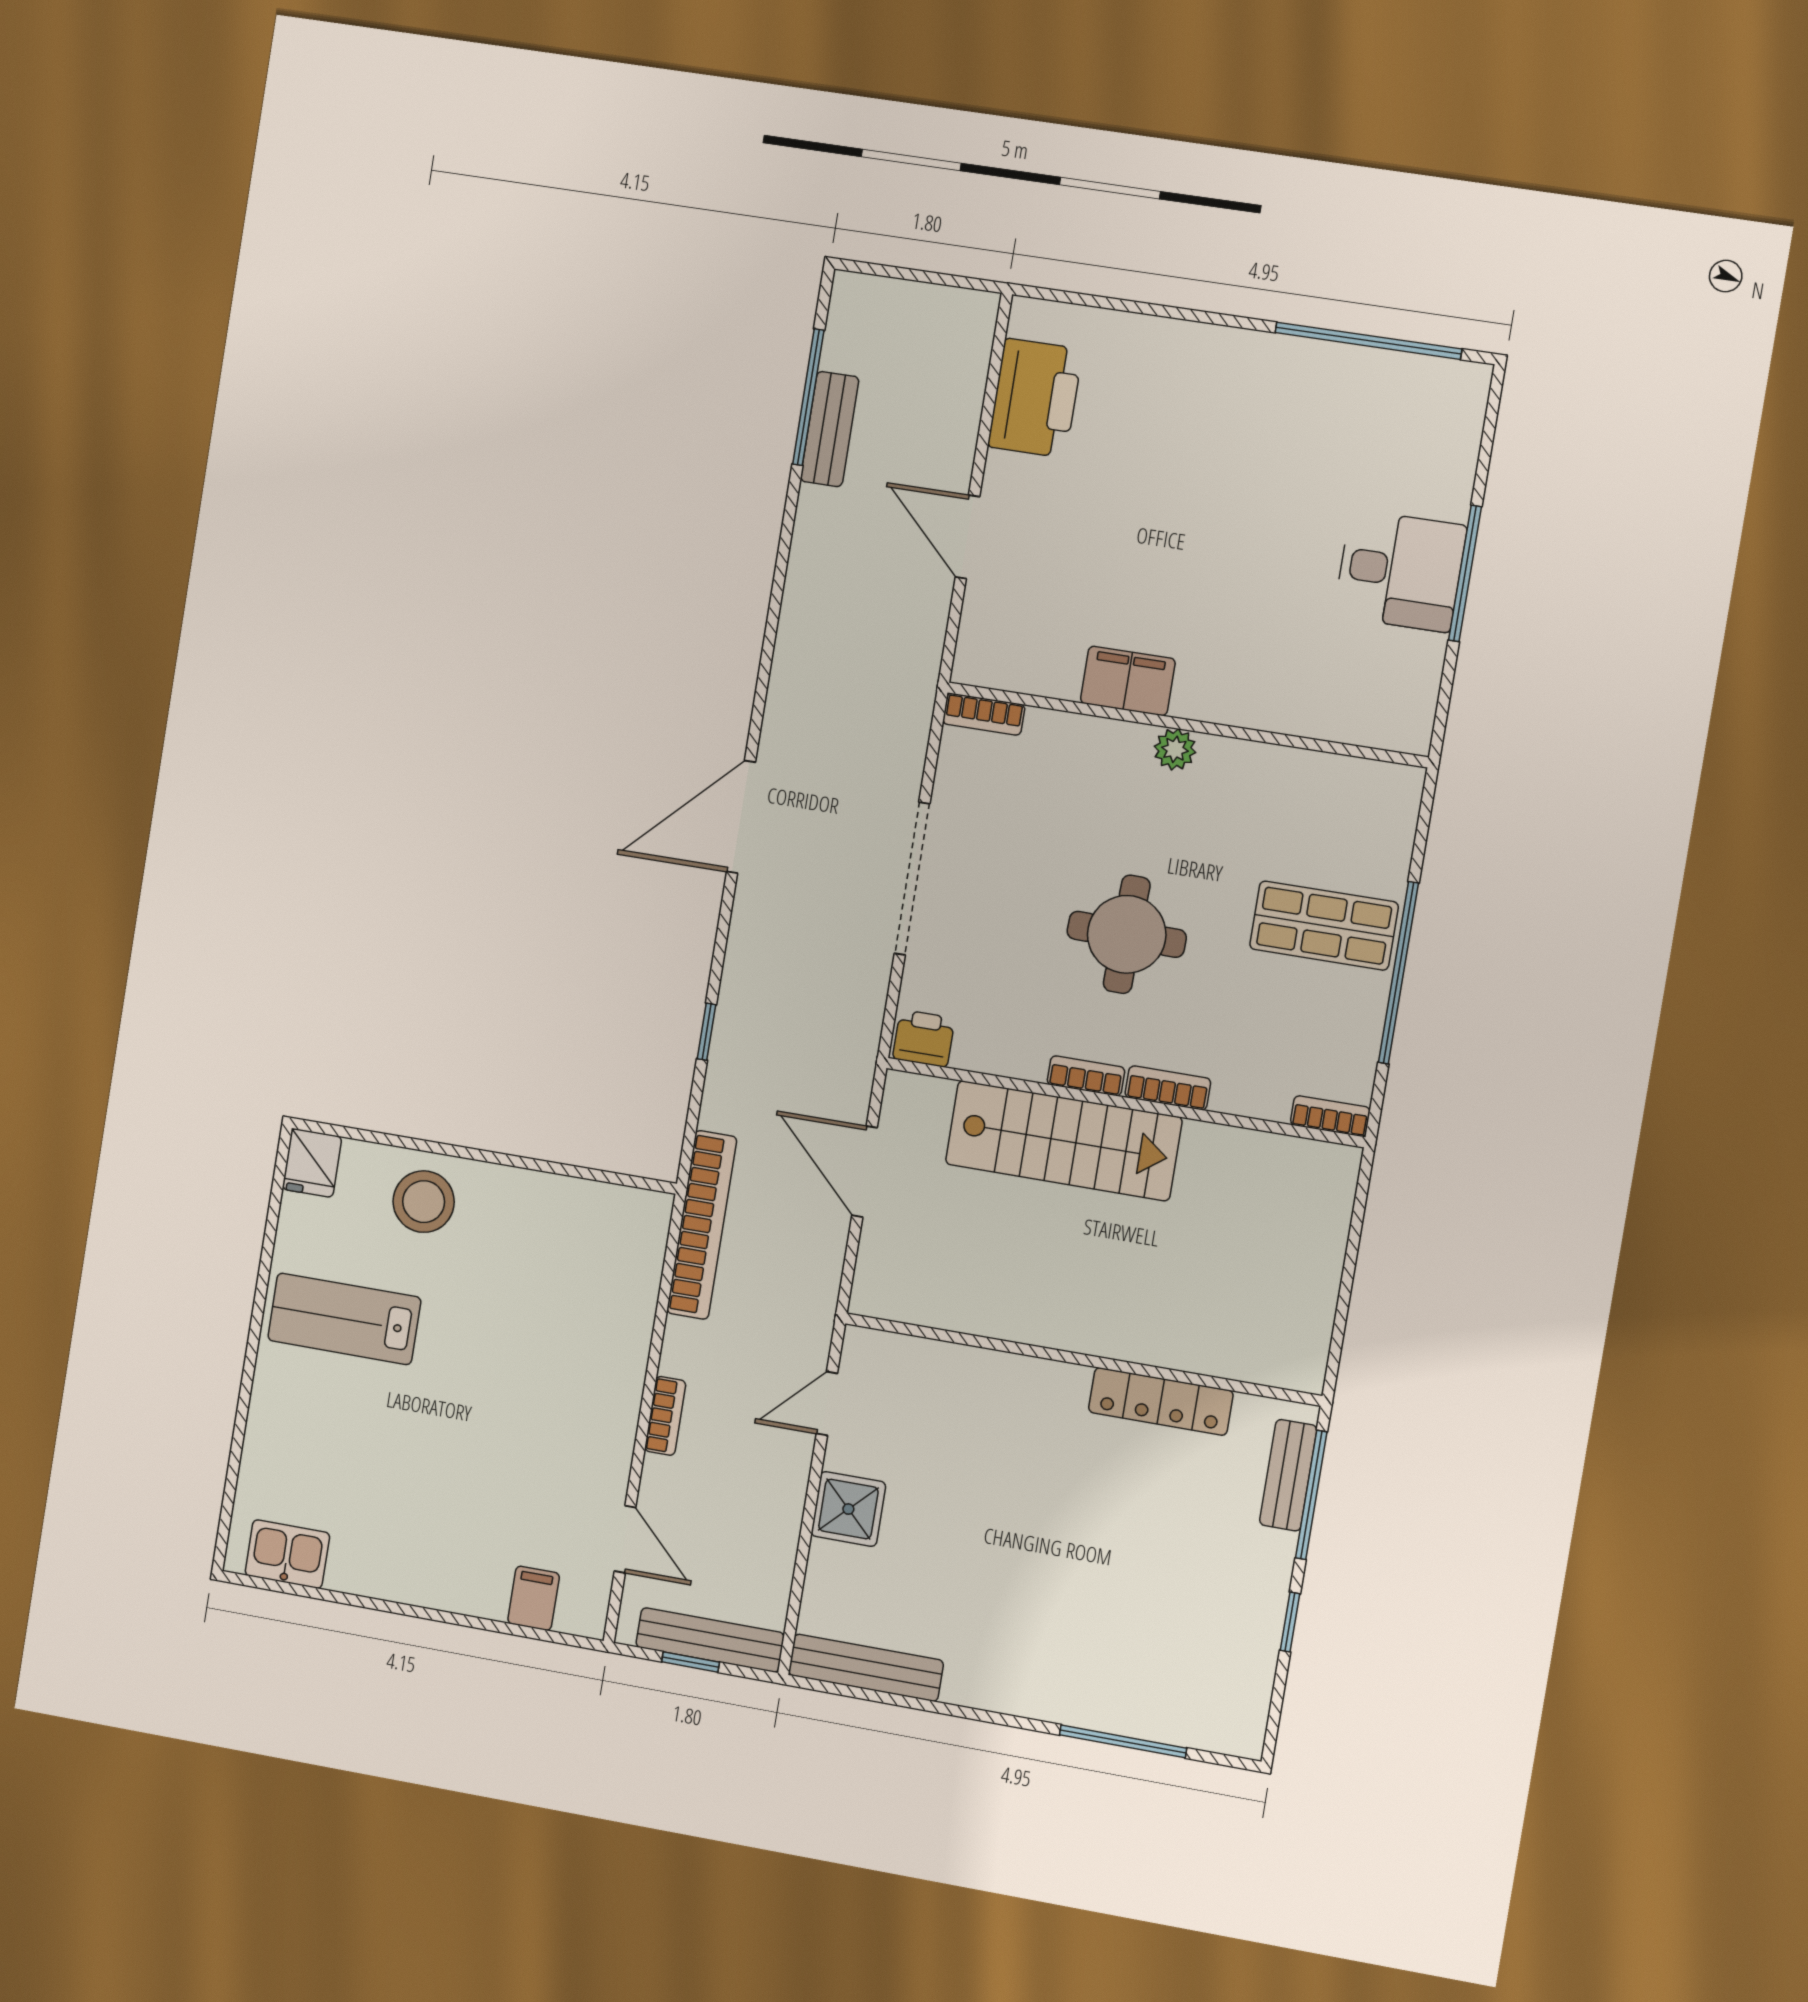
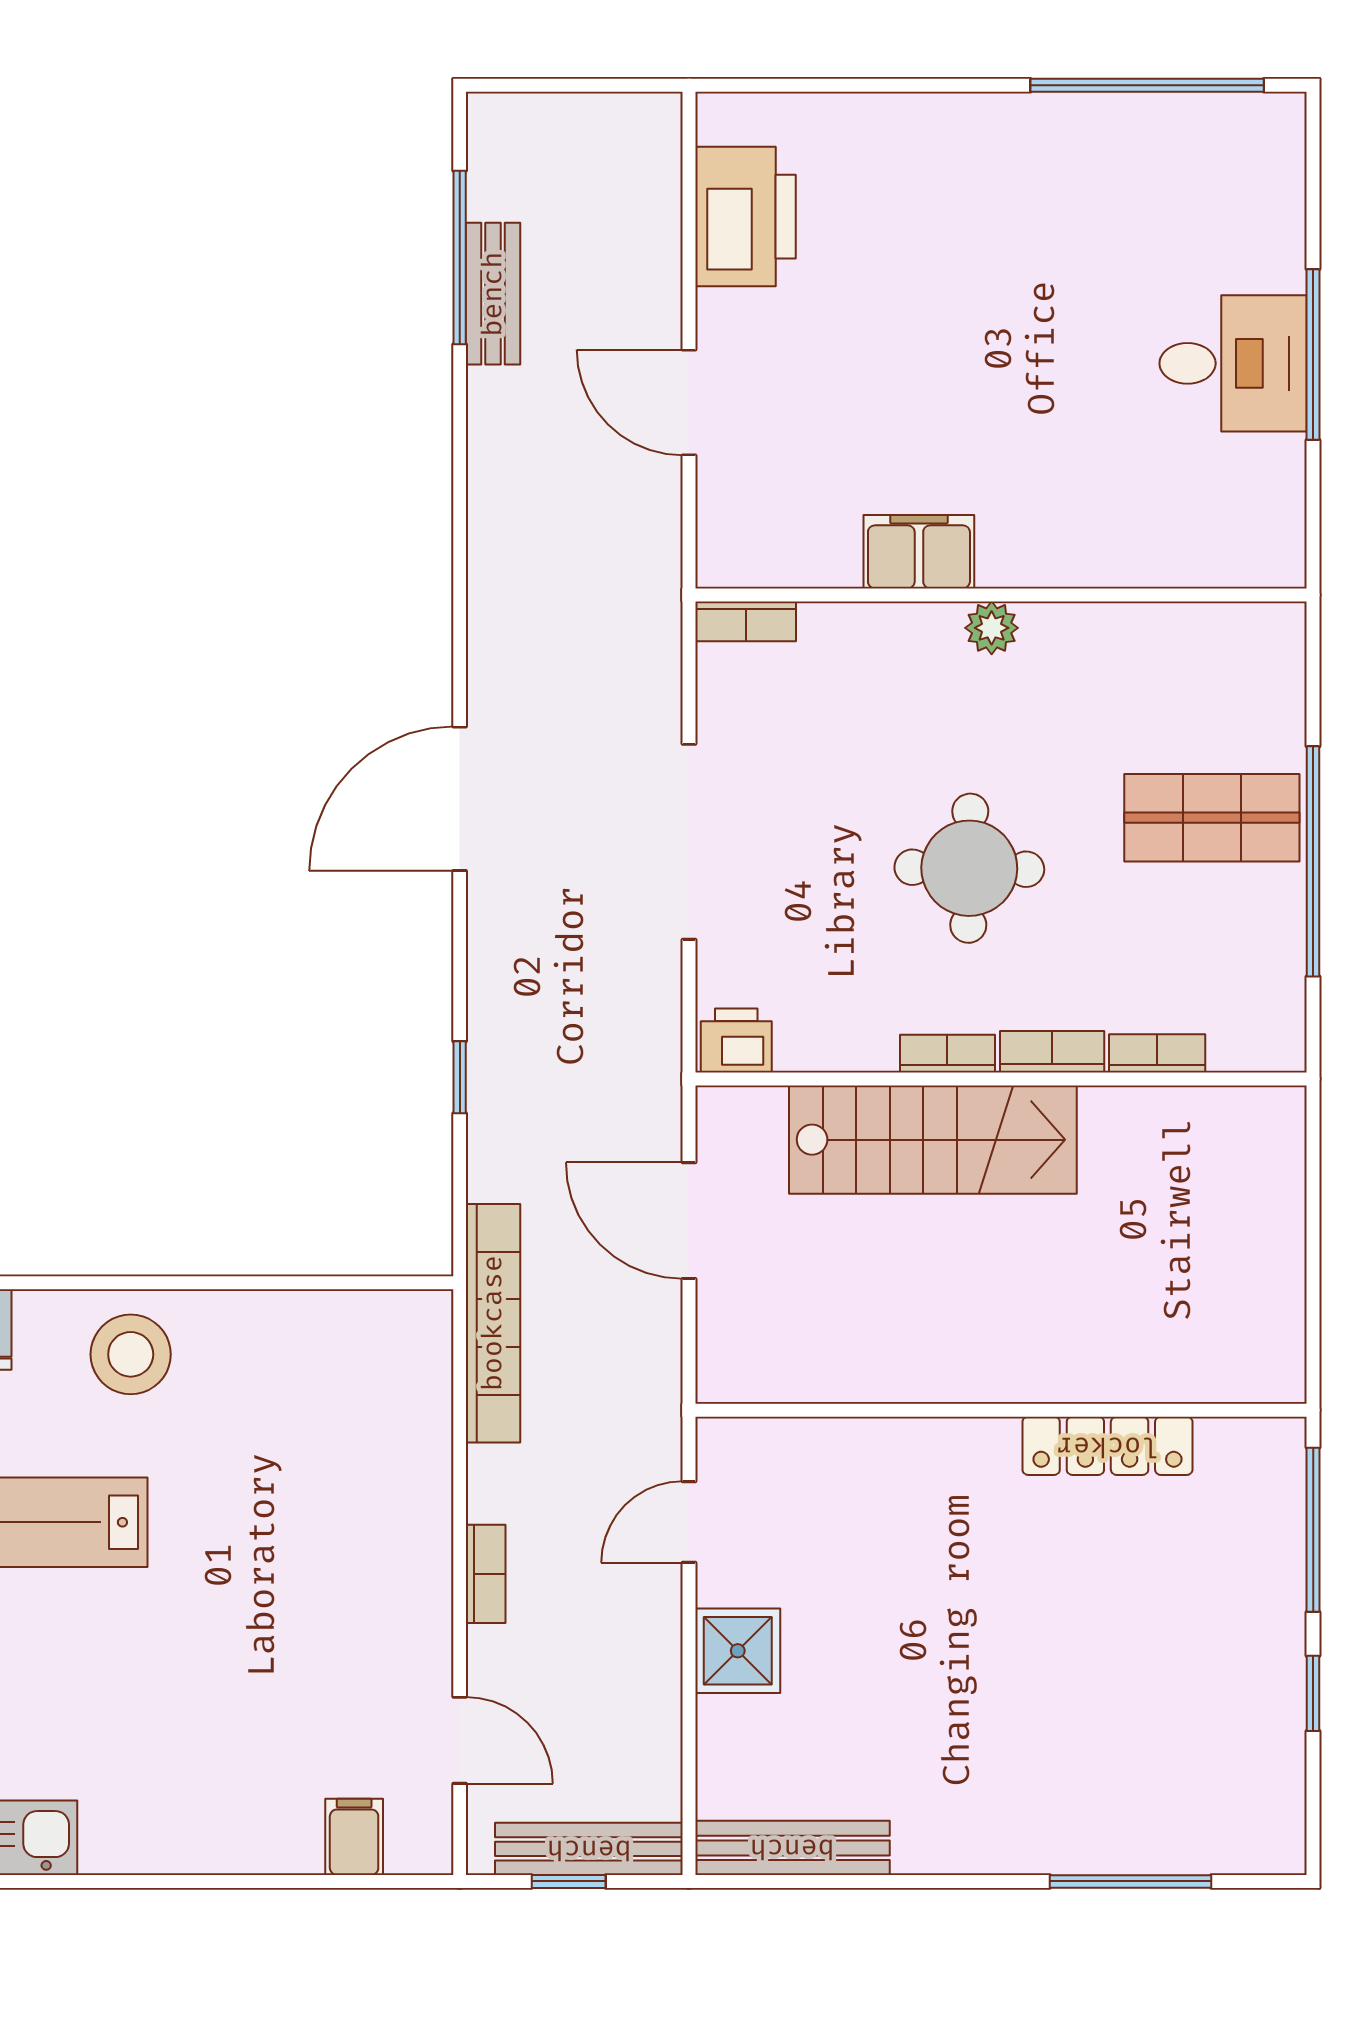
bookcase: (1330, 1116) -> (1157, 1053), moved
bench: (1288, 1475) -> (1281, 1510), removed

